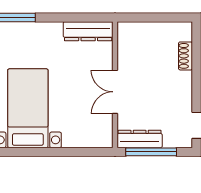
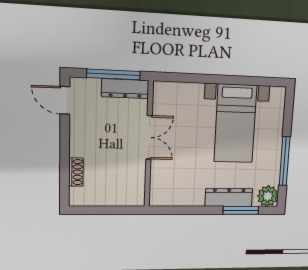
dresser: (88, 31) -> (229, 197), moved

